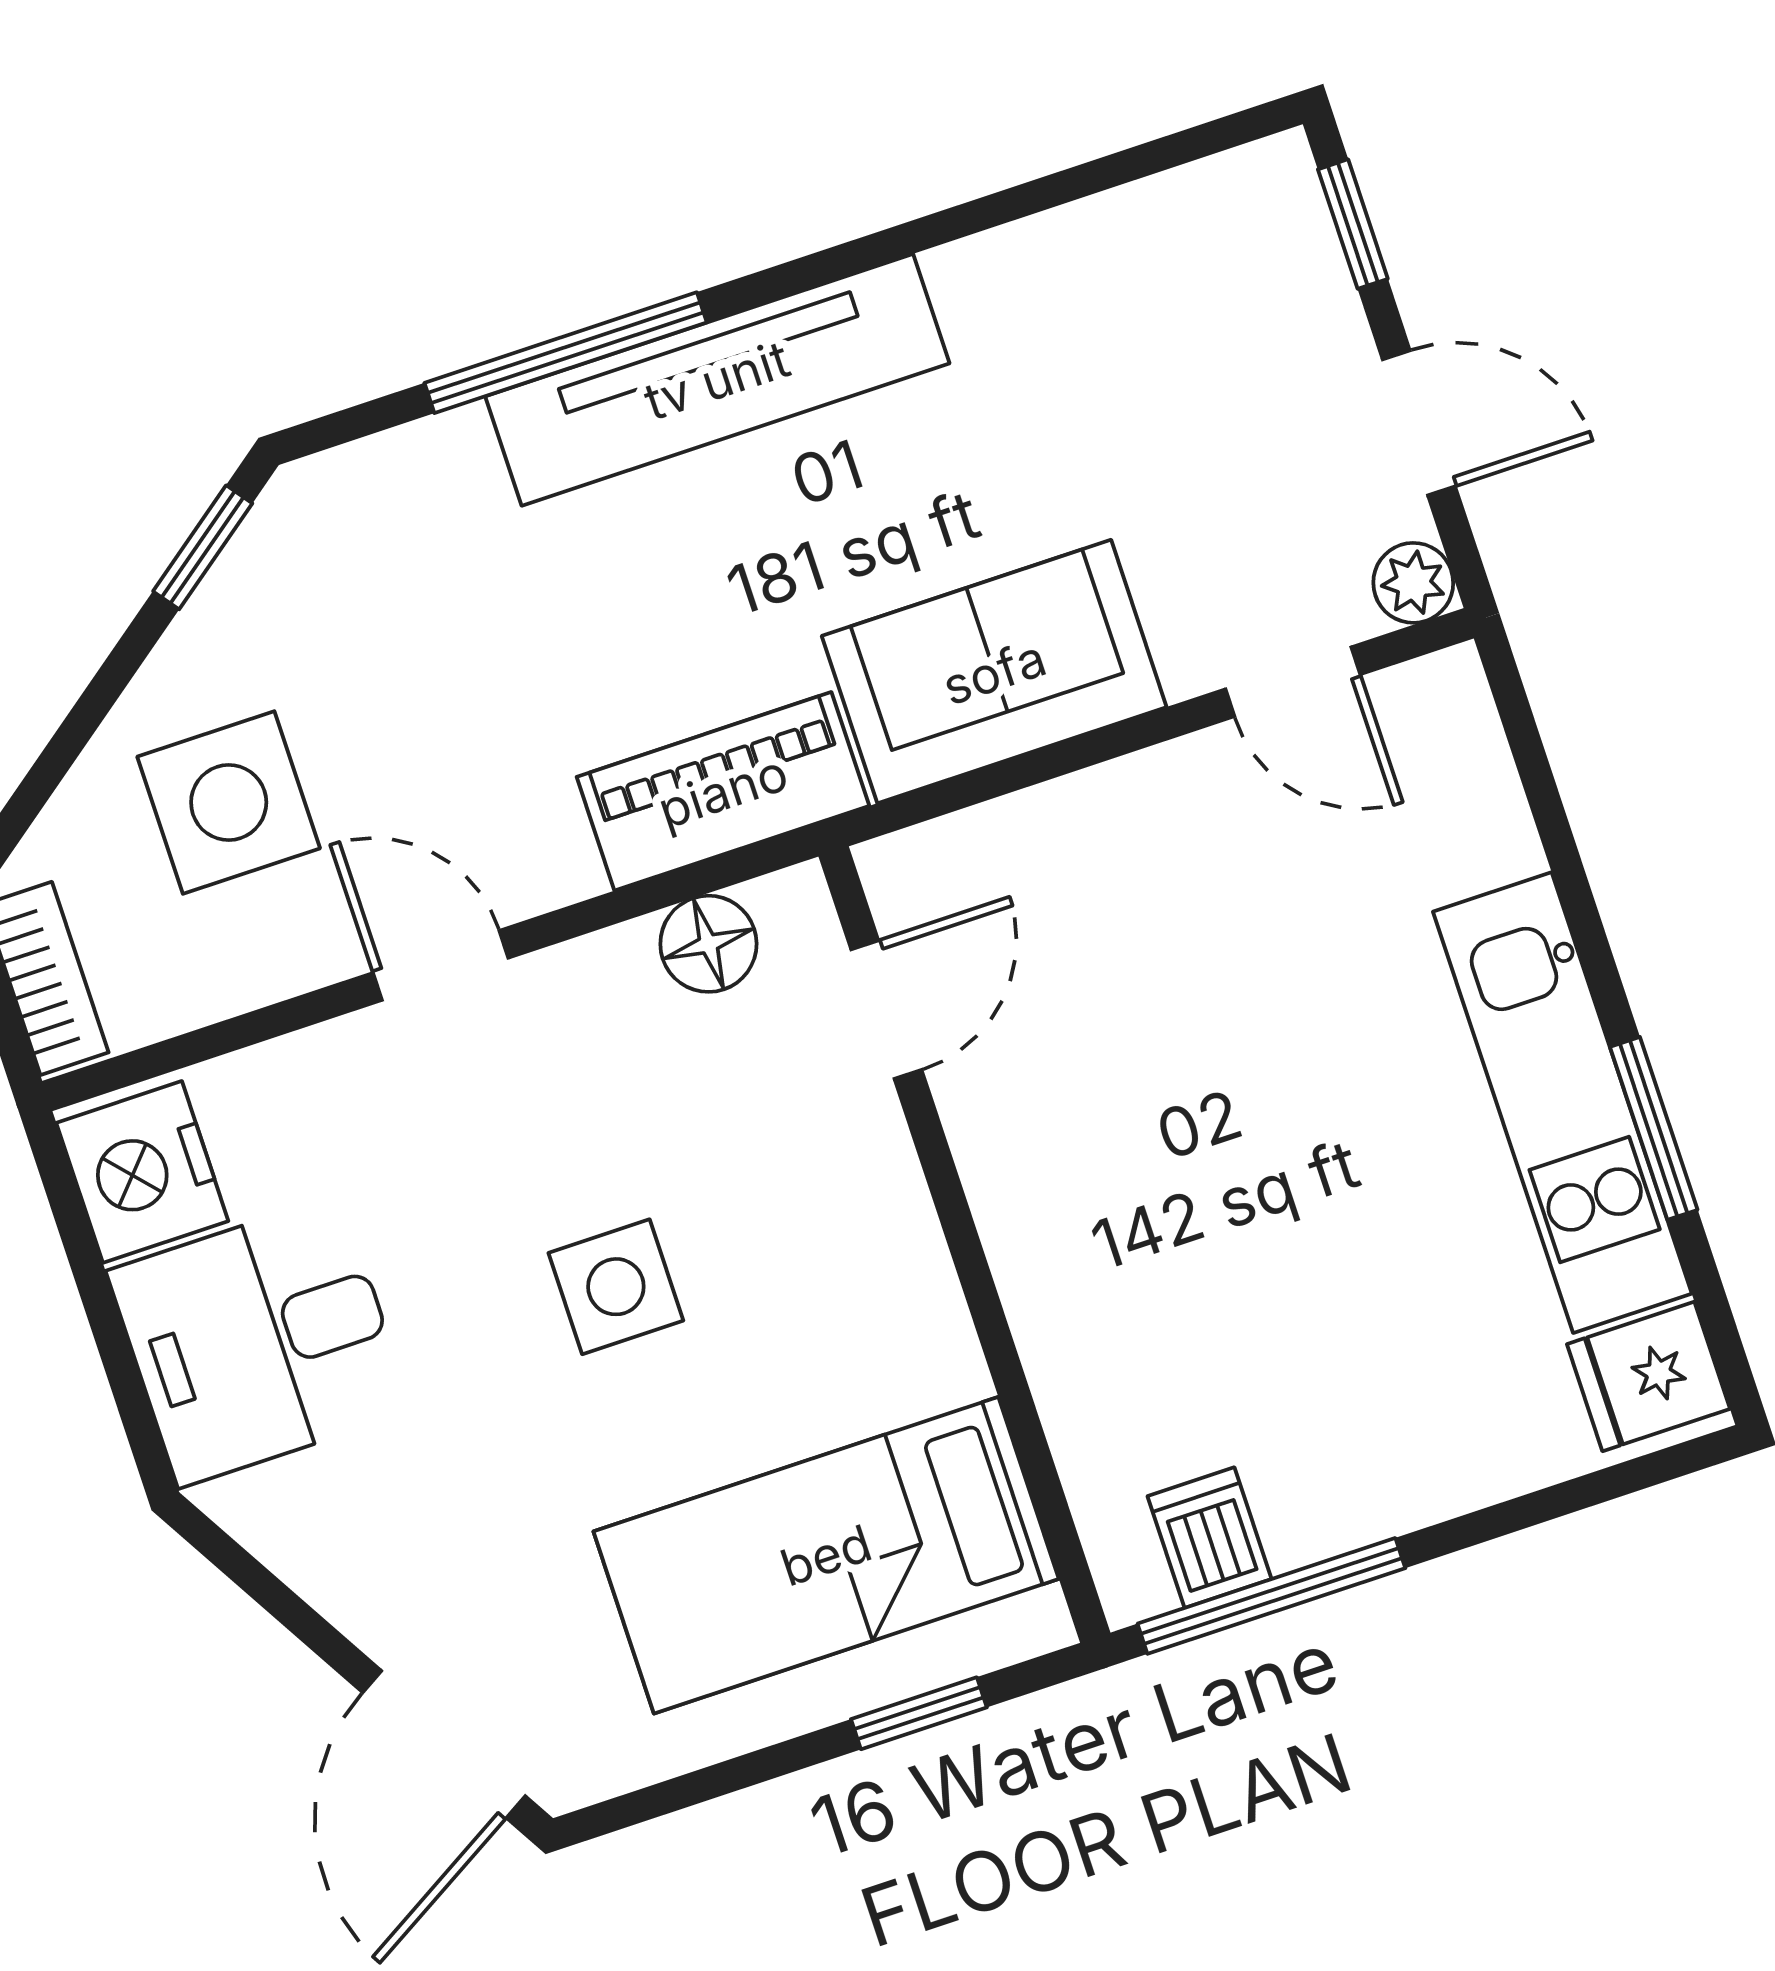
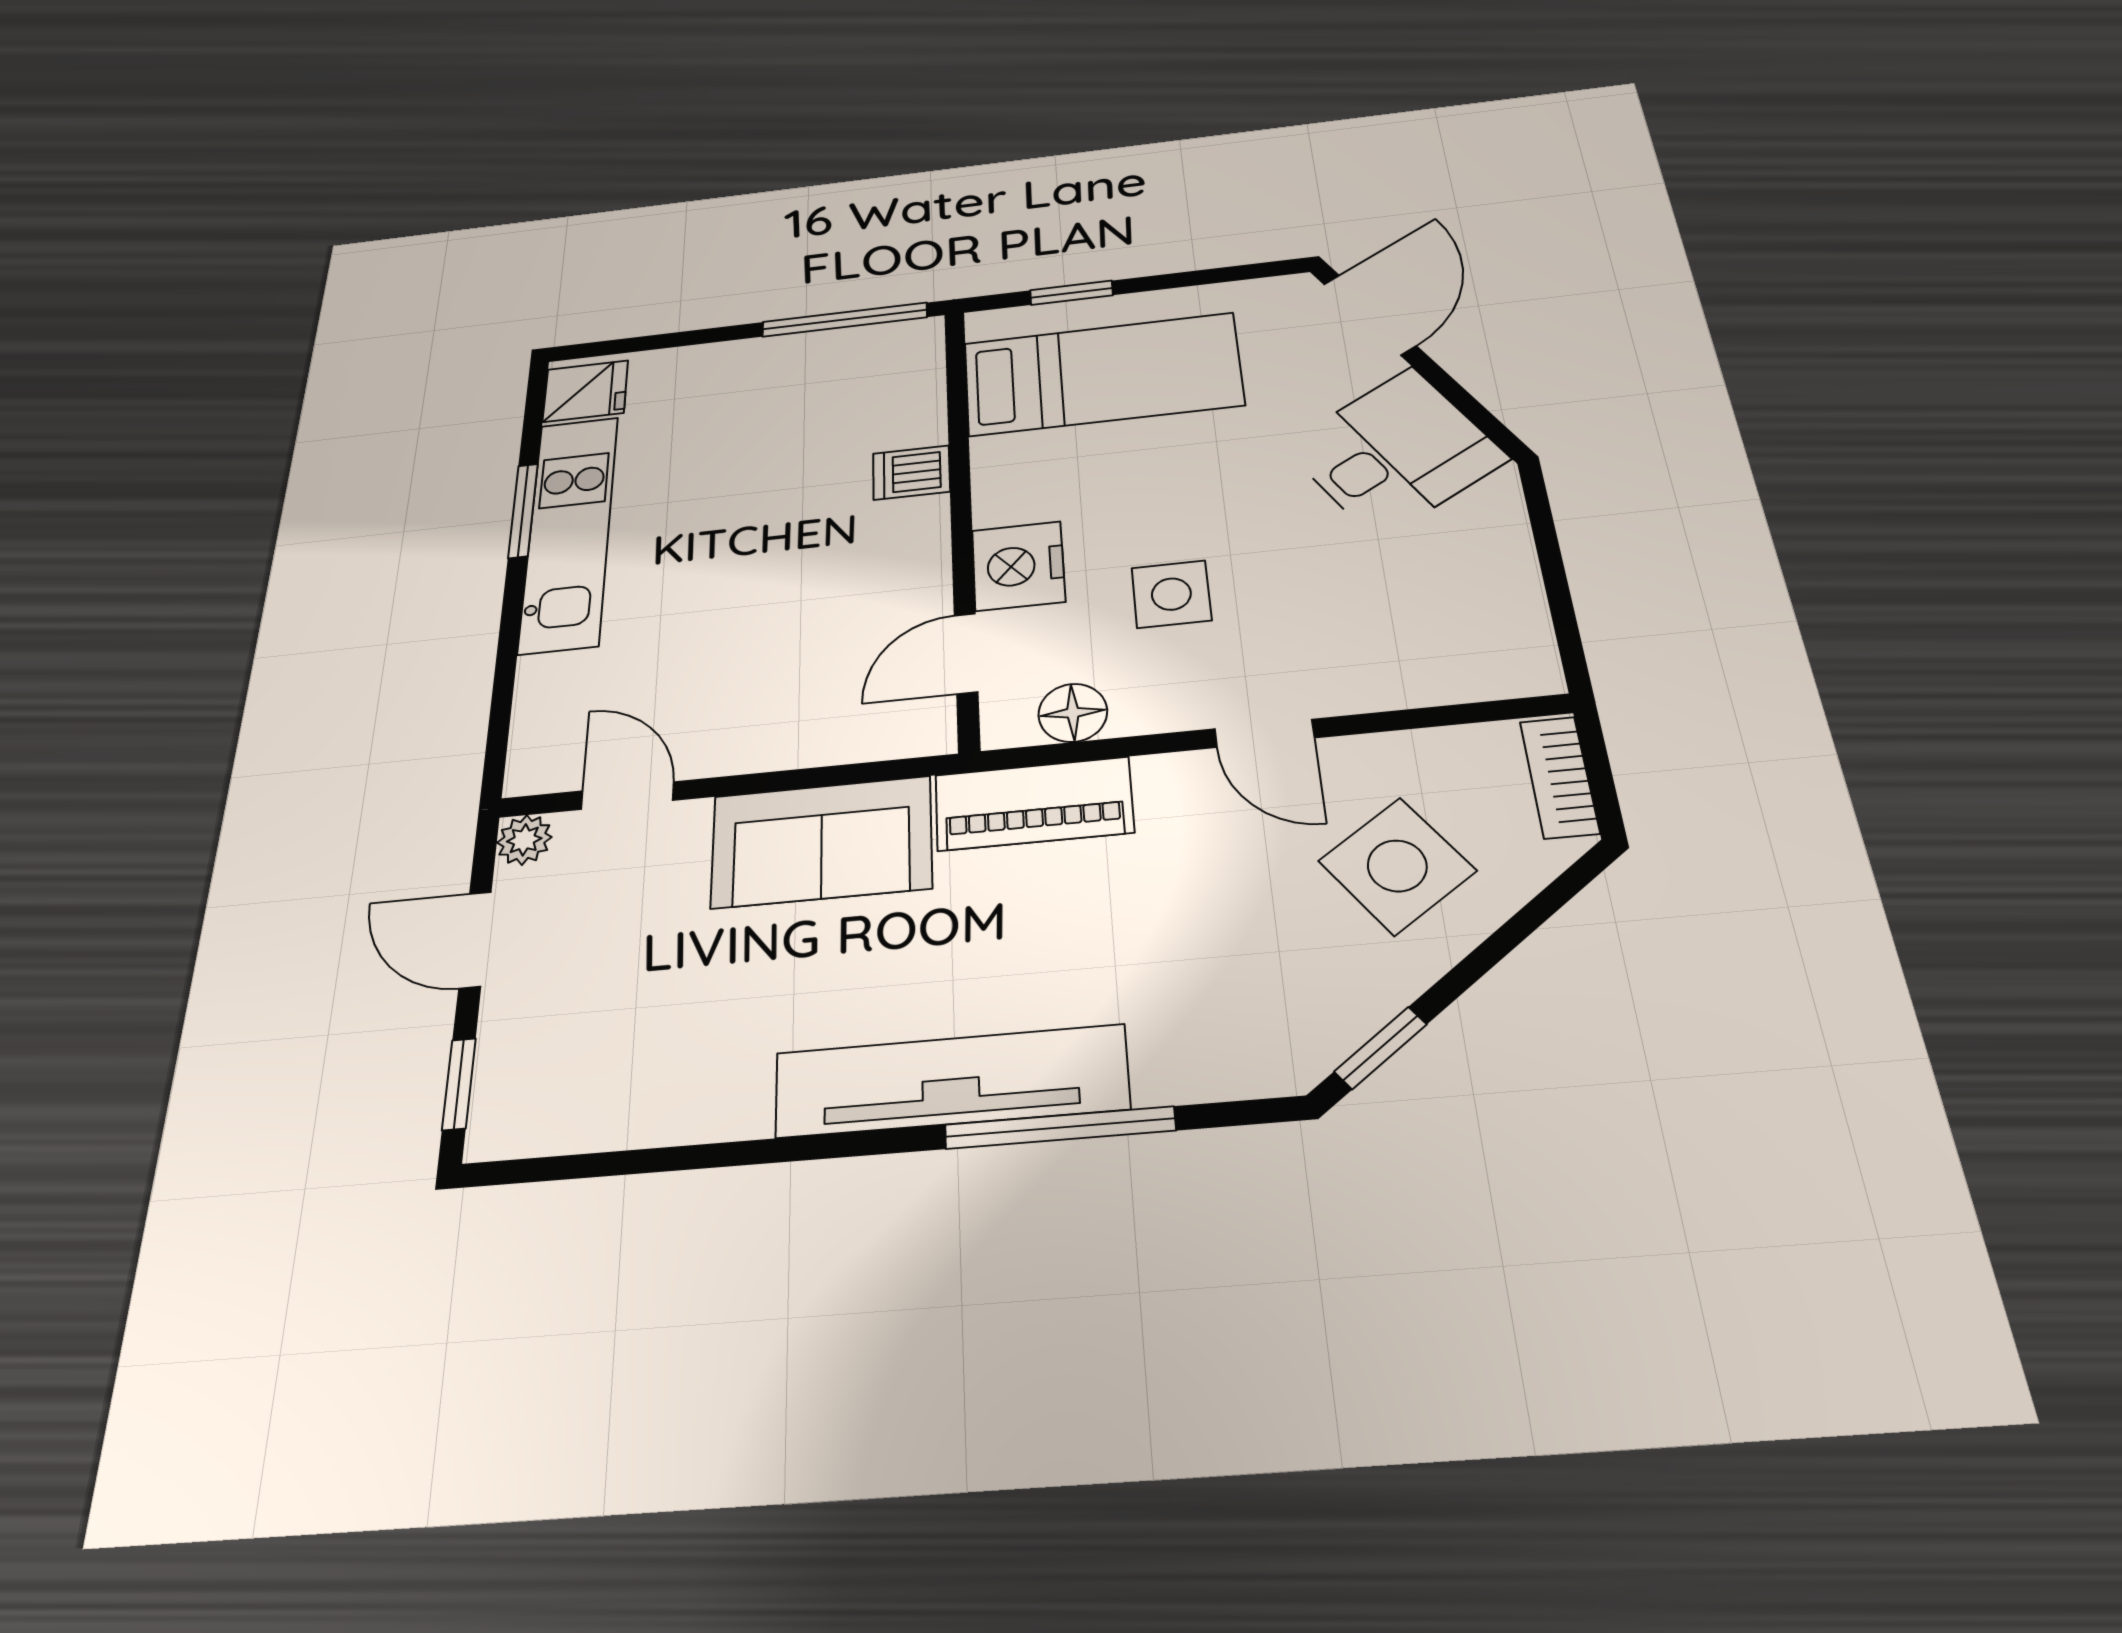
side table: (229, 803) -> (1397, 866), turned -35
nightstand: (142, 1172) -> (1018, 566), moved, turned 180
side table: (616, 1287) -> (1171, 594), moved
desk: (259, 1341) -> (1395, 452), moved, turned -31
dishwasher: (1209, 1538) -> (911, 473), moved, turned 90

